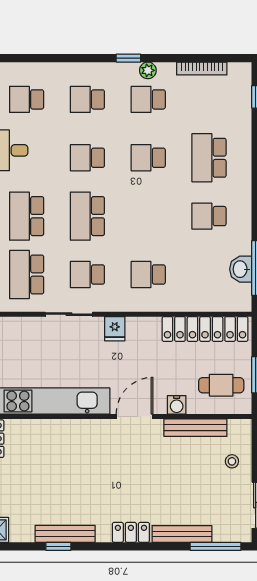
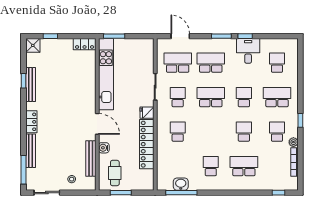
plant: (148, 70) -> (293, 142), moved
school desk: (87, 99) -> (277, 97), width x1.85
locker: (205, 329) -> (147, 144), moved

